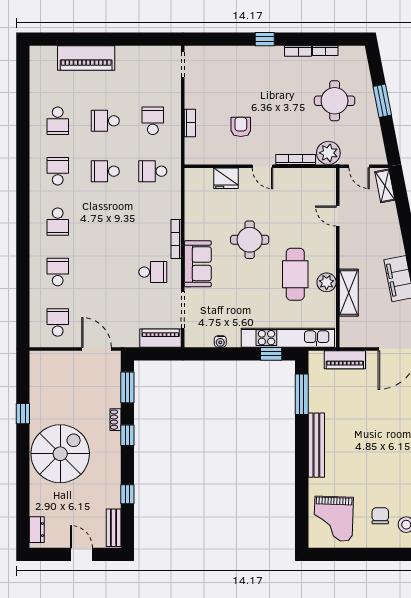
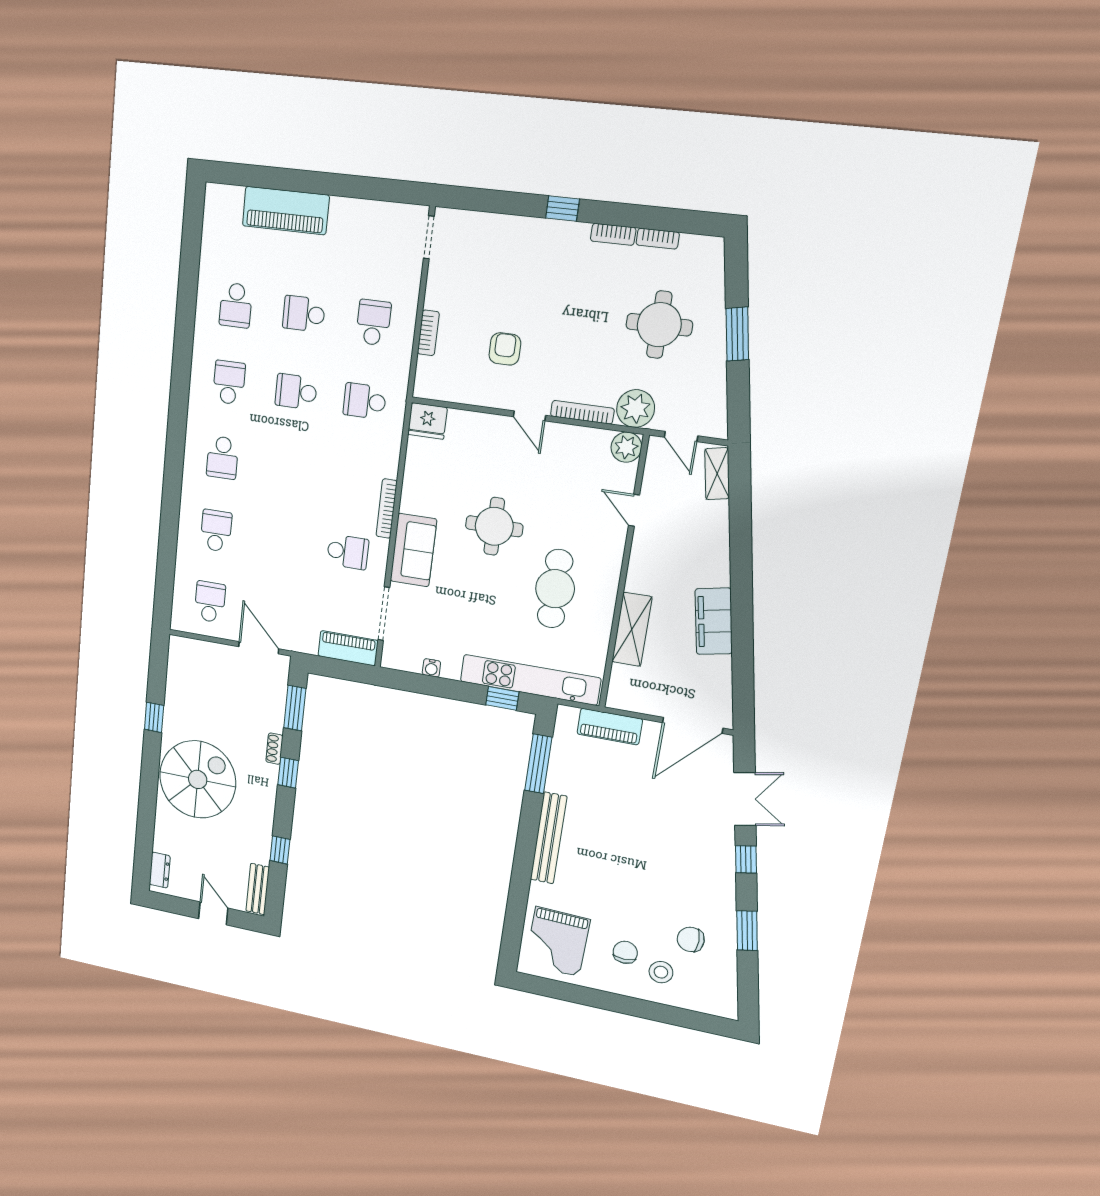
fridge: (226, 178) -> (427, 421), moved
plant: (327, 282) -> (626, 447), moved

